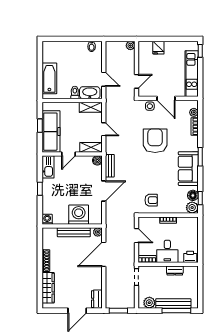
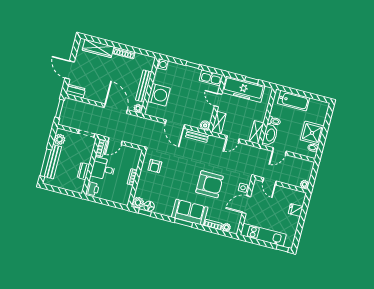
shower: (77, 51) -> (312, 133), added
sofa: (188, 169) -> (190, 212), moved
door: (136, 236) -> (115, 141), moved

